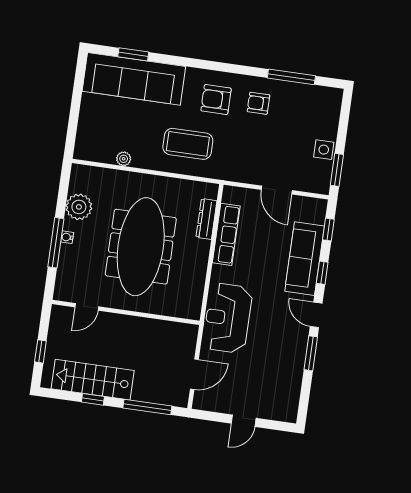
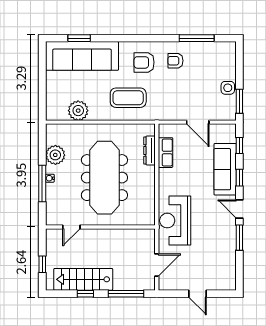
plant: (124, 159) -> (78, 111), width x1.87, depth x1.87
row of seats: (226, 234) -> (166, 153), width x0.68
door: (244, 421) -> (198, 294), hinge flipped

